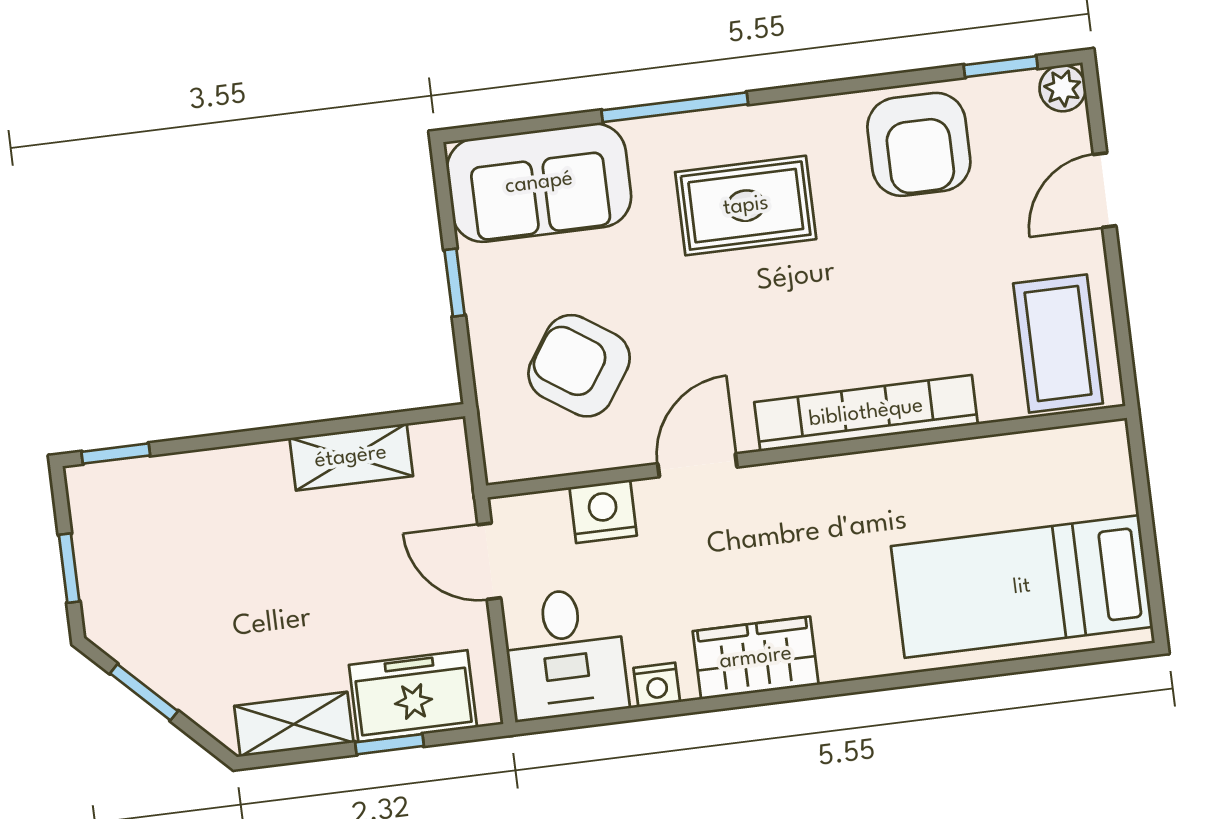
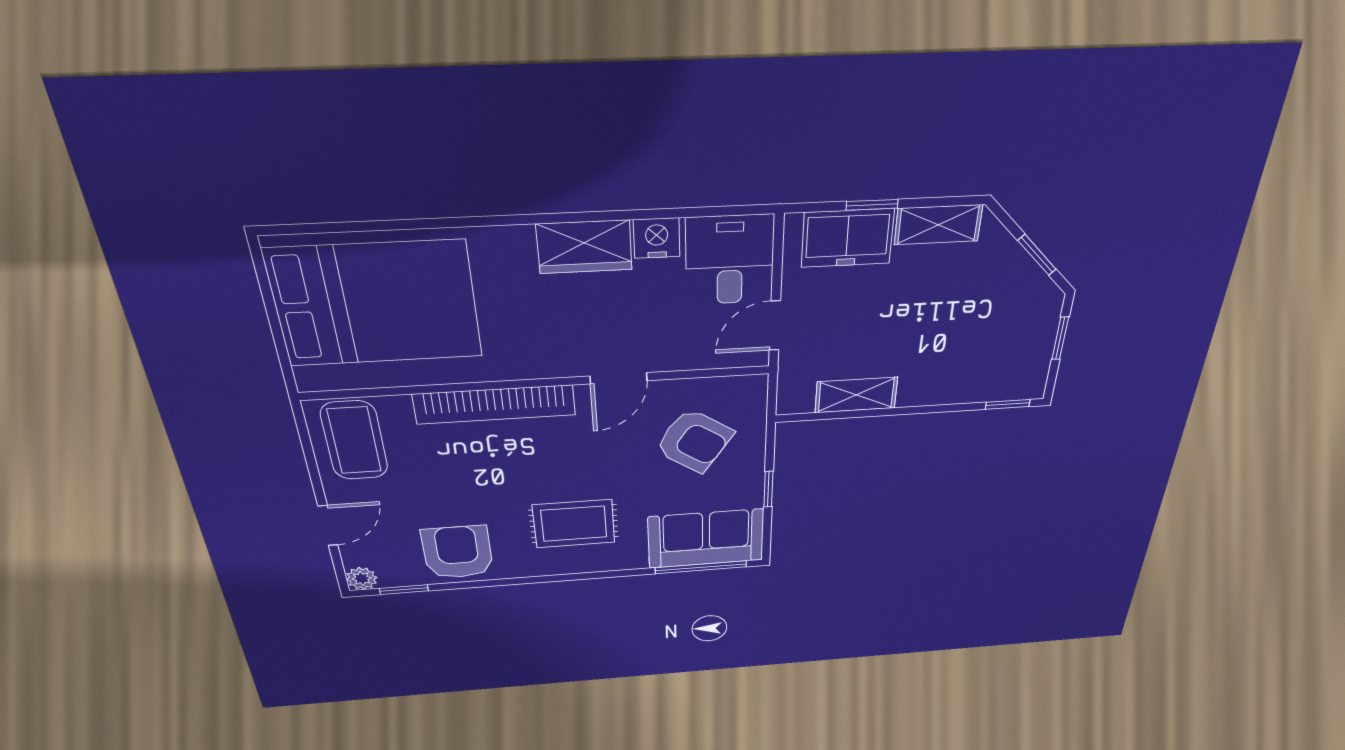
window: (675, 107) -> (701, 567), moved
nightstand: (603, 511) -> (689, 353), removed
door: (489, 561) -> (775, 326), swing flipped
bed: (1022, 587) -> (376, 304), width x1.50
nightstand: (657, 685) -> (657, 238), width x1.39, depth x1.35

